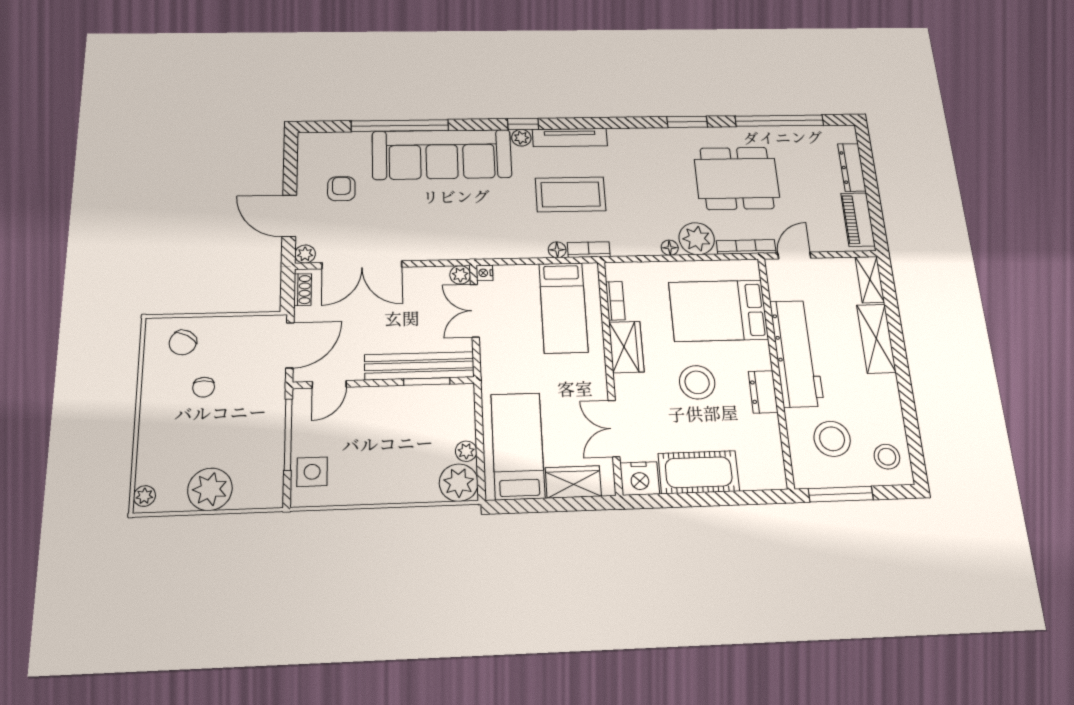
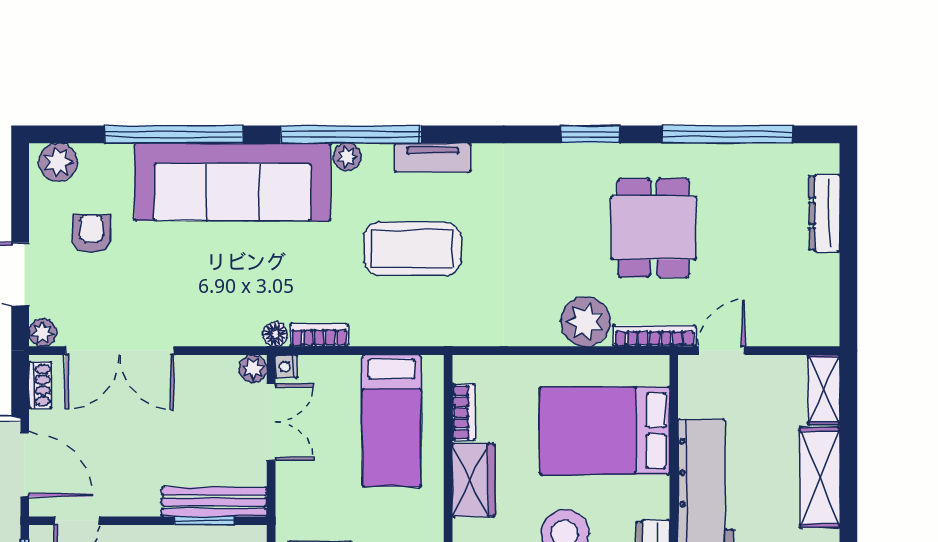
window: (523, 124) -> (351, 134), width x3.17
tv unit: (570, 138) -> (433, 158), width x0.71
plant: (318, 144) -> (58, 162), added
dining table: (737, 178) -> (653, 228), width x0.73
piano: (858, 220) -> (821, 297), removed
floor lamp: (670, 248) -> (546, 335), removed
floor lamp: (557, 250) -> (275, 334), moved
bookcase: (589, 250) -> (319, 335), moved
double door: (475, 311) -> (271, 422), swing flipped
door: (290, 345) -> (25, 465), hinge flipped
bench: (419, 366) -> (214, 502), width x0.73, depth x0.82

